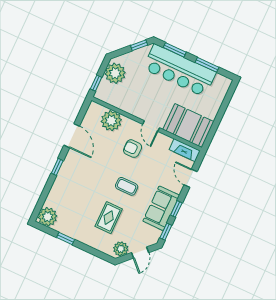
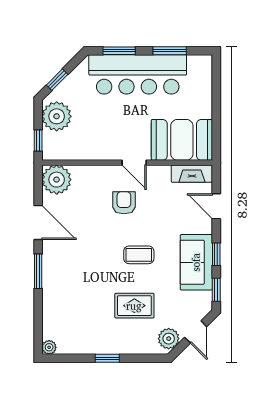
window: (139, 45) -> (57, 80), moved
plant: (111, 121) -> (57, 180), moved
armchair: (133, 149) -> (124, 203), turned 90
window: (57, 167) -> (38, 271), width x1.50
plant: (48, 217) -> (49, 347), width x0.53, depth x0.53
rug: (109, 218) -> (134, 306), turned 90
window: (66, 239) -> (107, 358), moved

